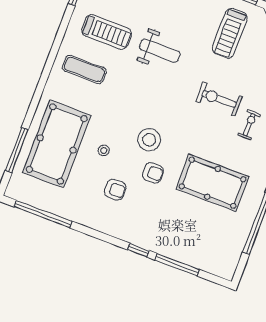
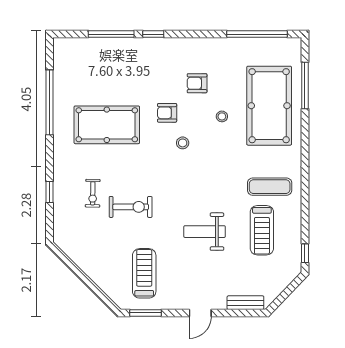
treadmill: (107, 32) -> (262, 230), turned -90
stool: (149, 140) -> (183, 143), width x0.53, depth x0.53

